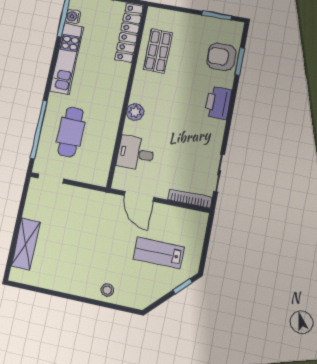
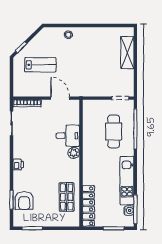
armchair: (221, 57) -> (24, 201), turned 90
printer: (218, 103) -> (18, 165), width x0.53, depth x0.68
desk: (136, 153) -> (68, 136), moved

